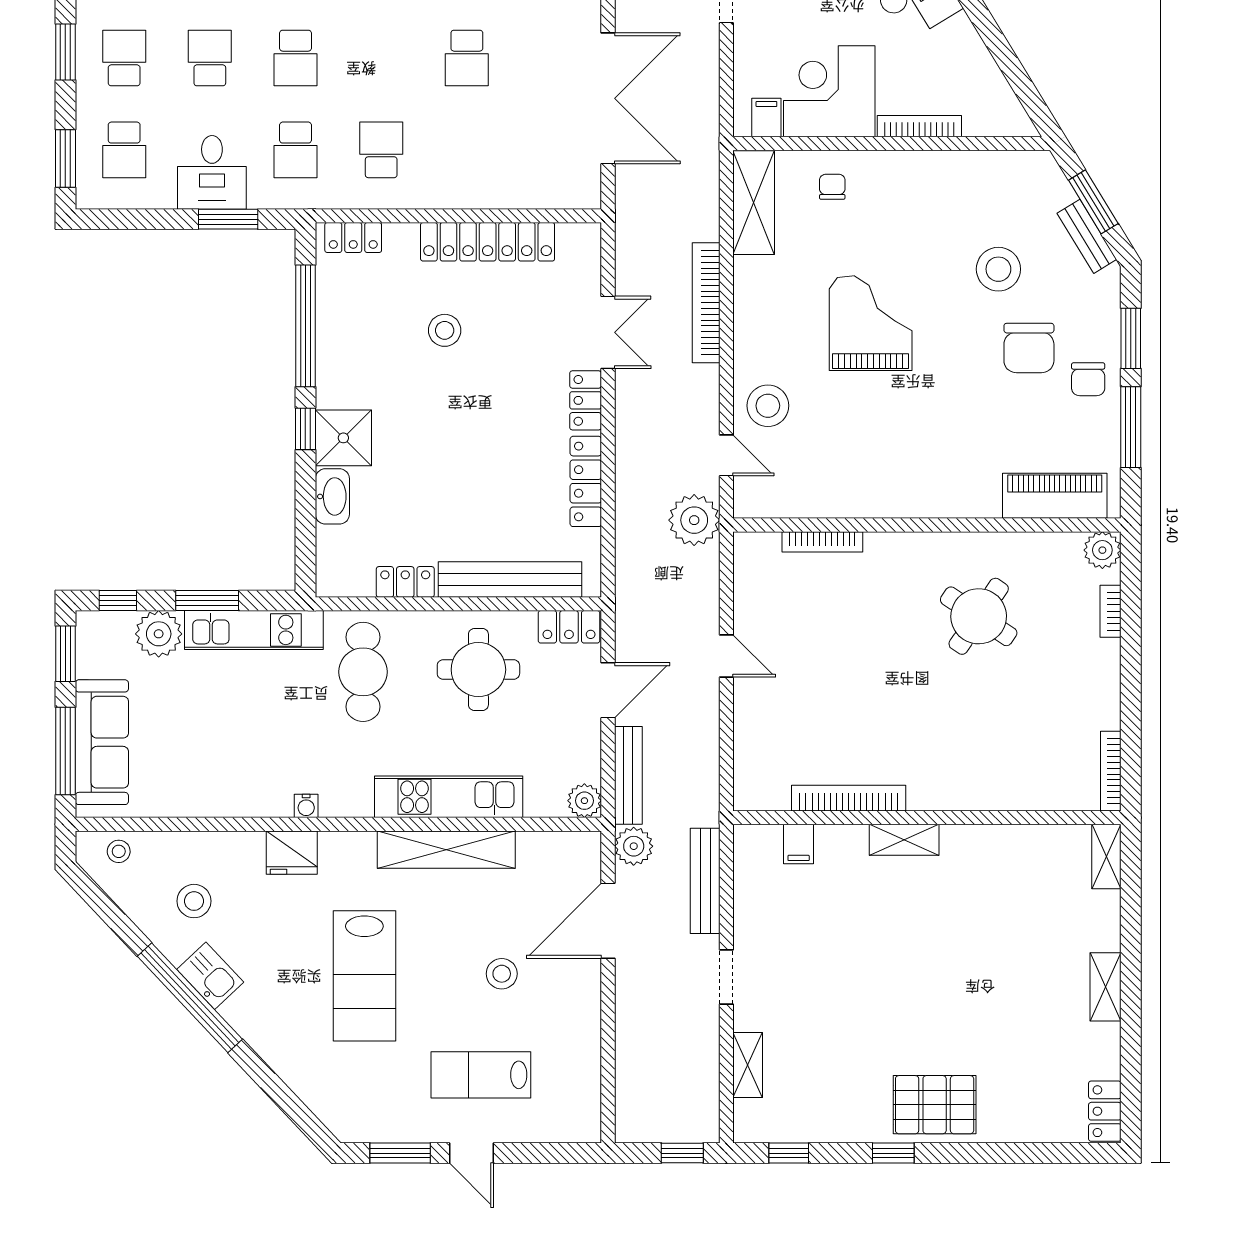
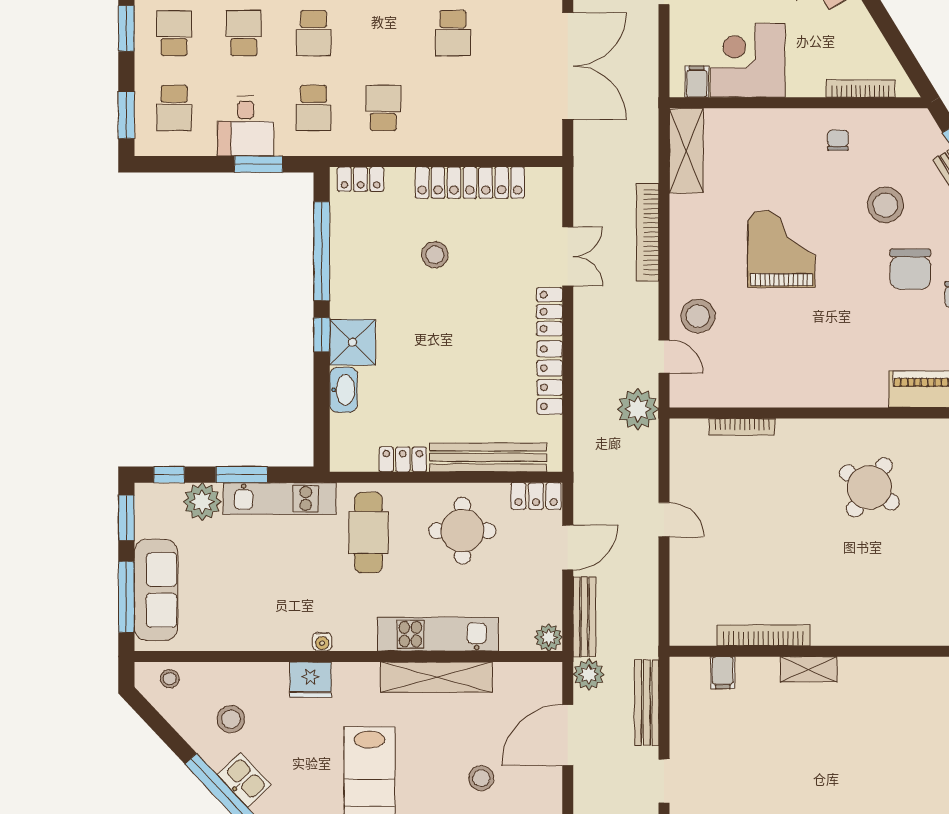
bookcase: (919, 126) -> (861, 89), moved
chair: (832, 187) -> (838, 140), moved

